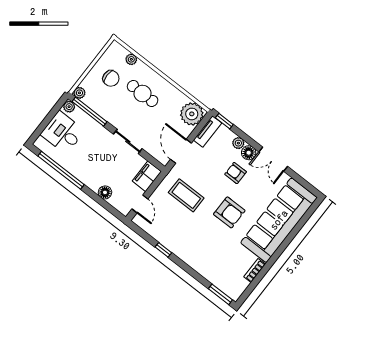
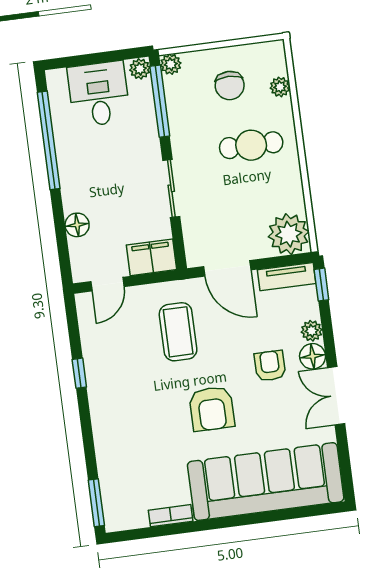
cafe table: (143, 93) -> (251, 145), turned 90
door: (181, 151) -> (227, 268), swing flipped

